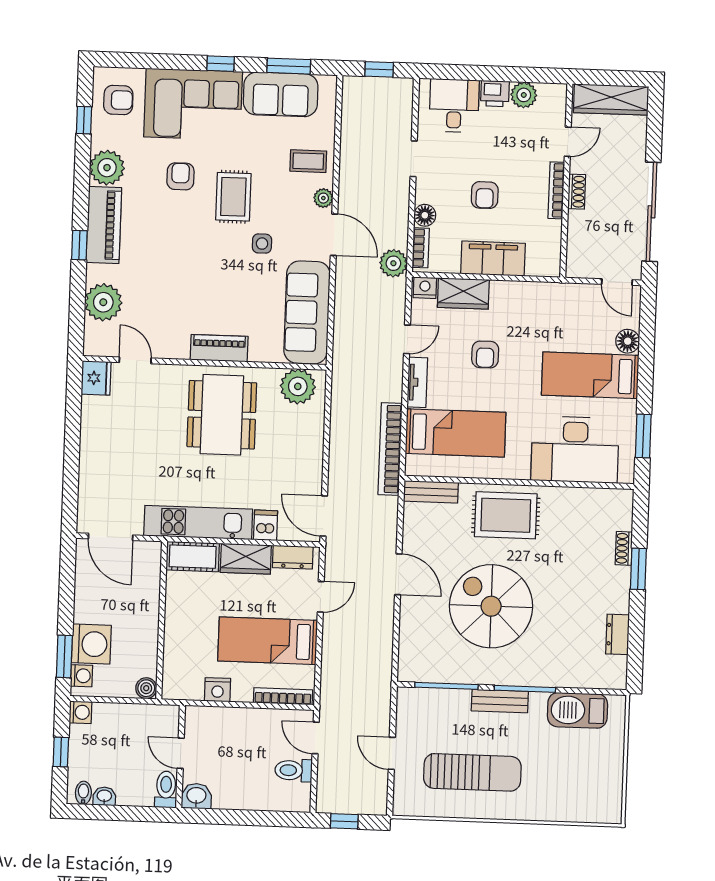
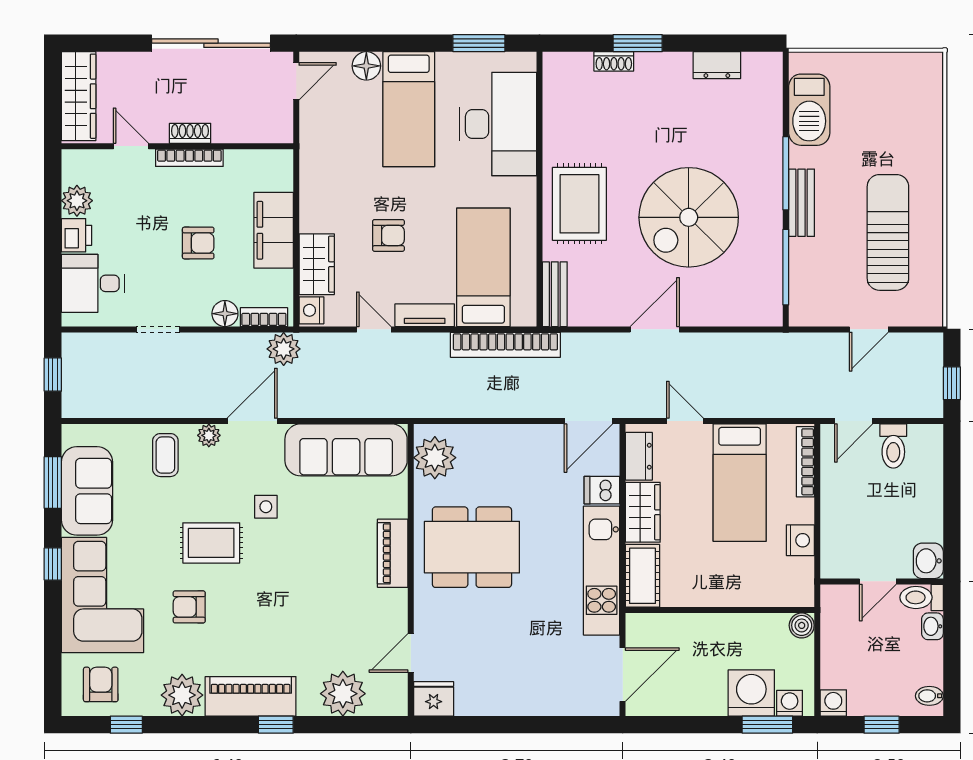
washbasin: (104, 796) -> (932, 626), moved

